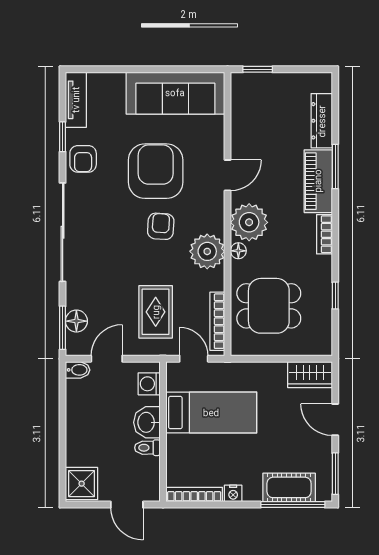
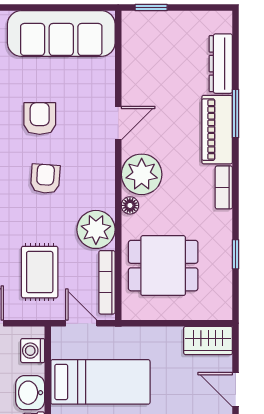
armchair: (156, 171) -> (40, 119), width x0.53, depth x0.53
plant: (207, 251) -> (96, 229), moved

